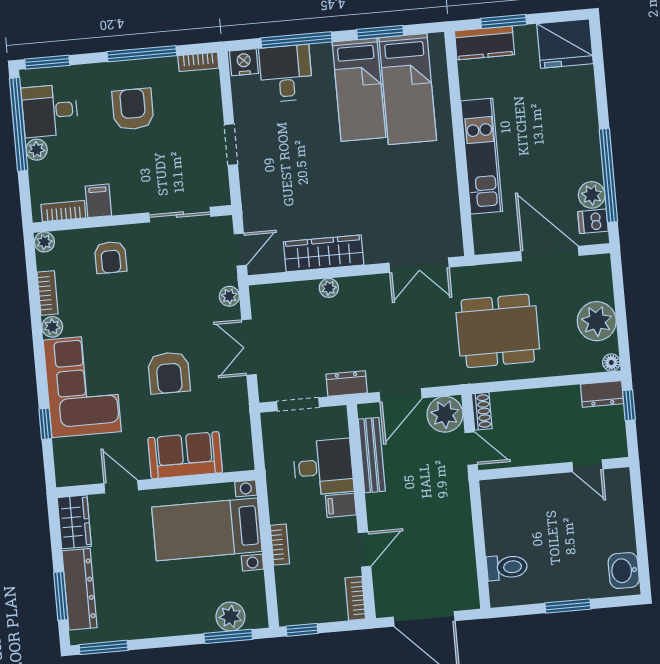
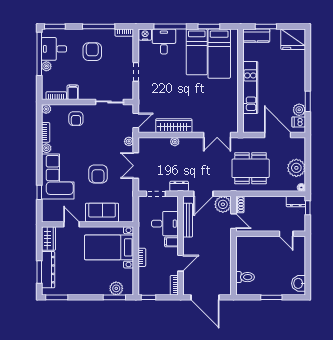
window: (608, 175) -> (308, 101), width x0.47

